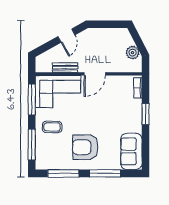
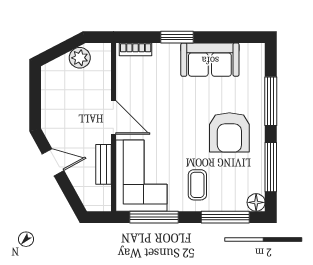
sofa: (131, 151) -> (210, 60), moved
floor lamp: (41, 164) -> (256, 202), added

